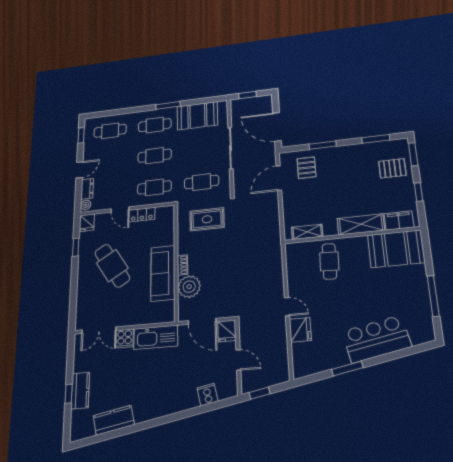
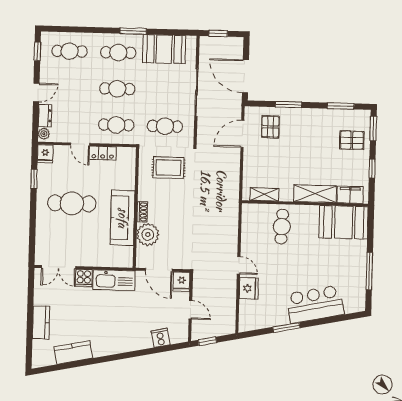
cafe table: (112, 266) -> (72, 203), turned -58
window: (69, 394) -> (30, 324), removed

